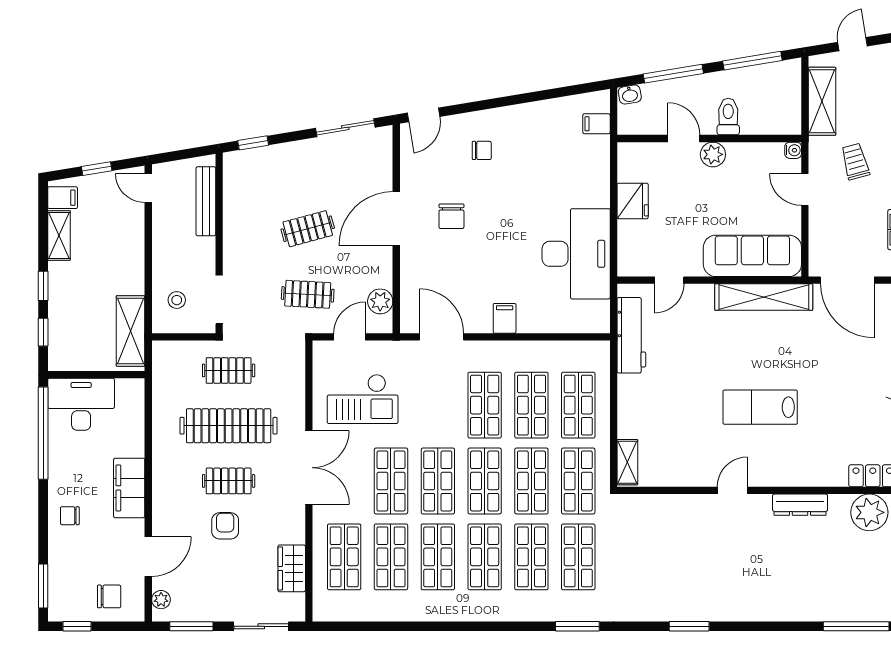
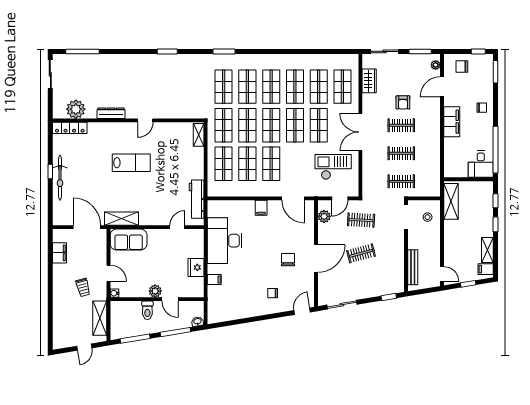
filing cabinet: (597, 124) -> (214, 280), moved
sofa: (752, 256) -> (129, 240), width x0.73
shelving: (764, 297) -> (121, 219), width x0.68
desk: (81, 404) -> (481, 164), width x0.73
clothes rail: (229, 426) -> (401, 153), width x0.54, depth x0.76

